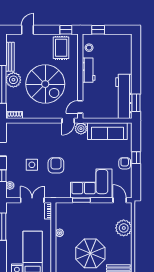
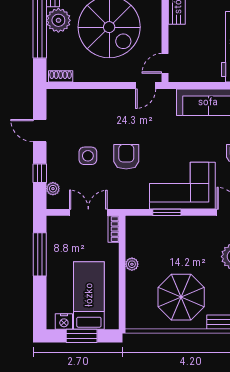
plant: (81, 129) -> (166, 98), removed

